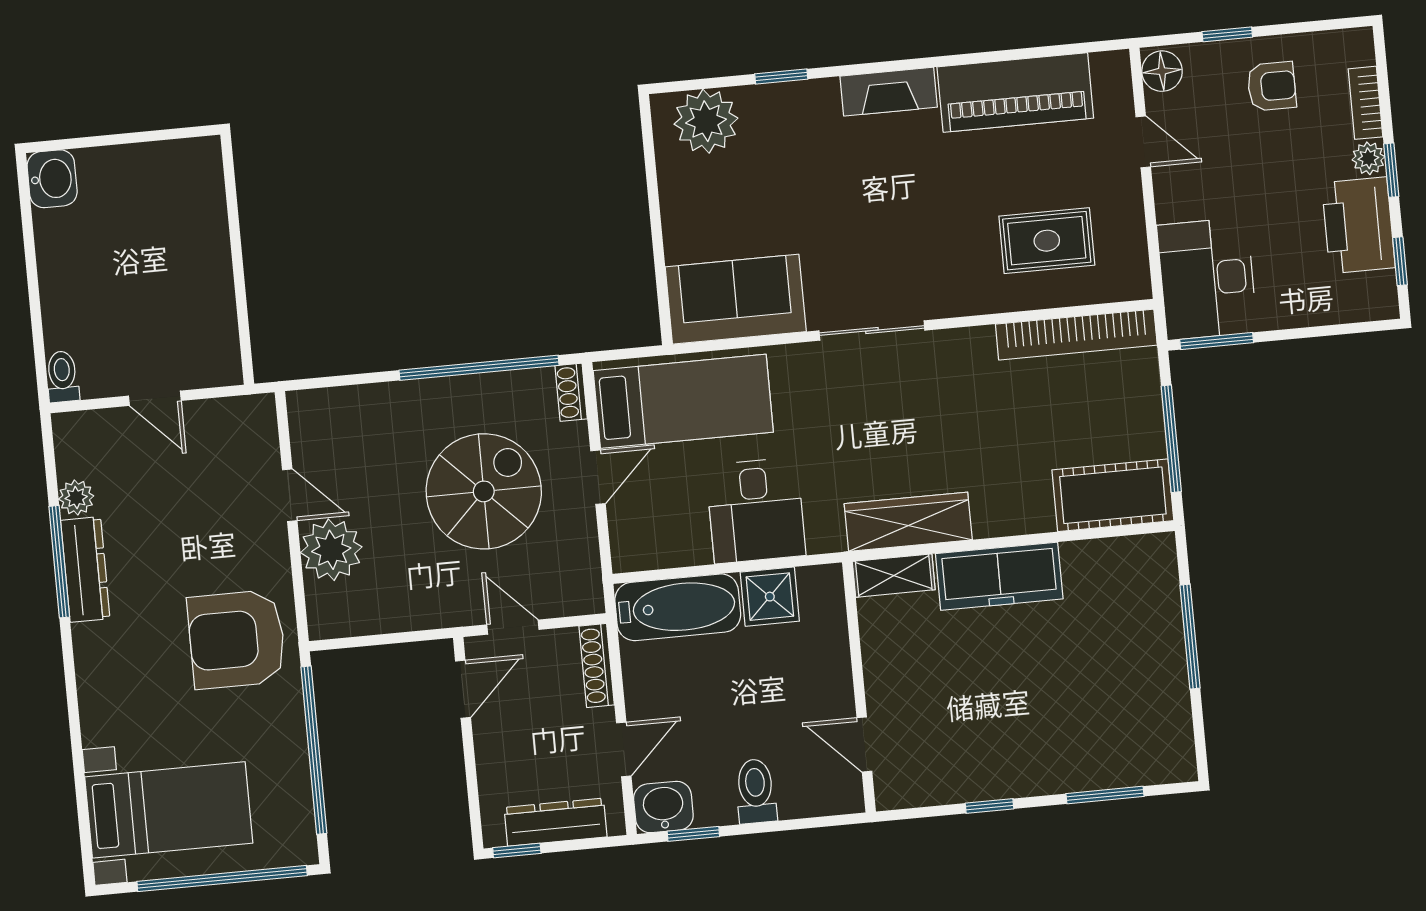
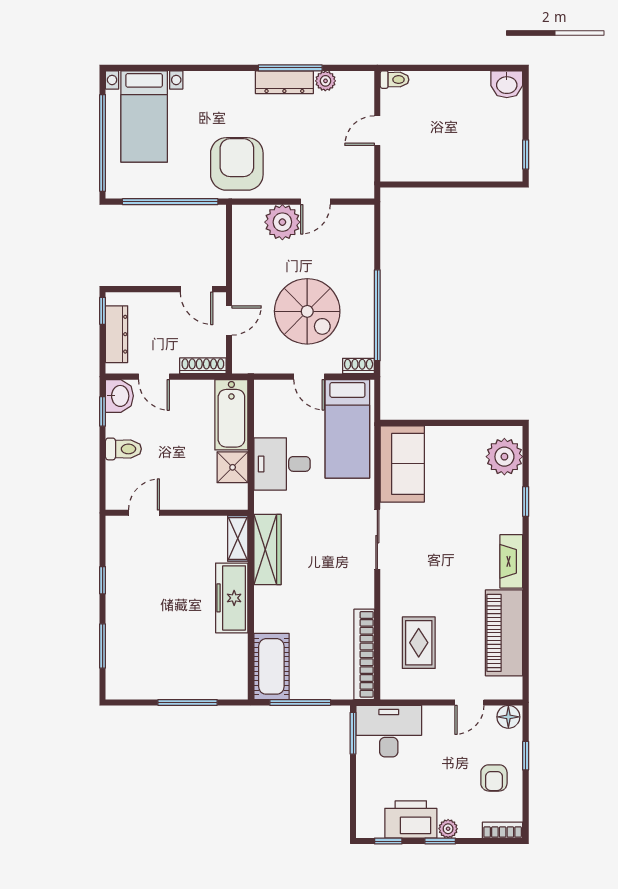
bookcase: (1366, 103) -> (503, 830), moved
window: (172, 134) -> (526, 154), added

